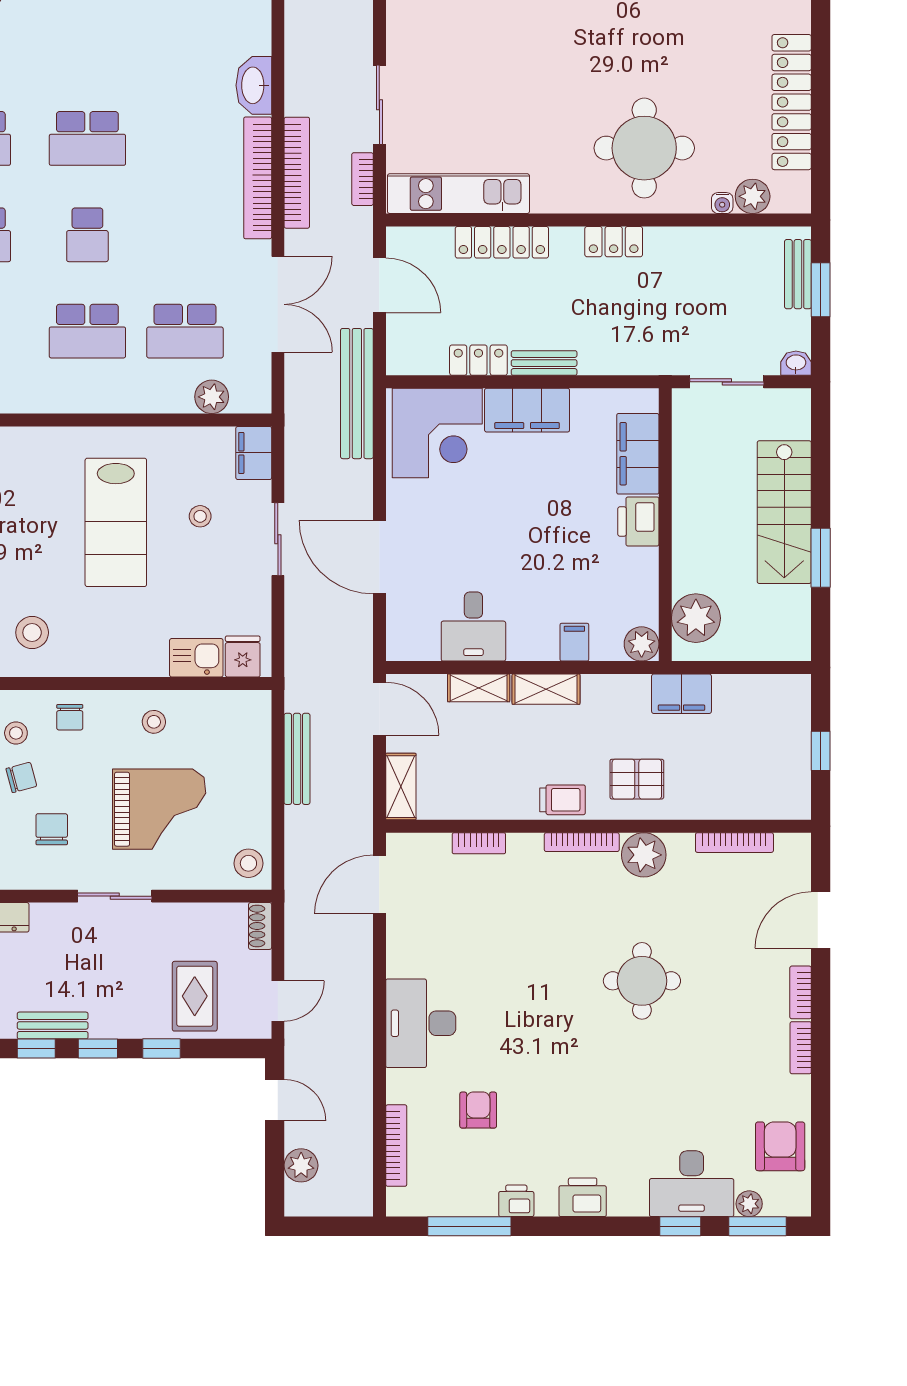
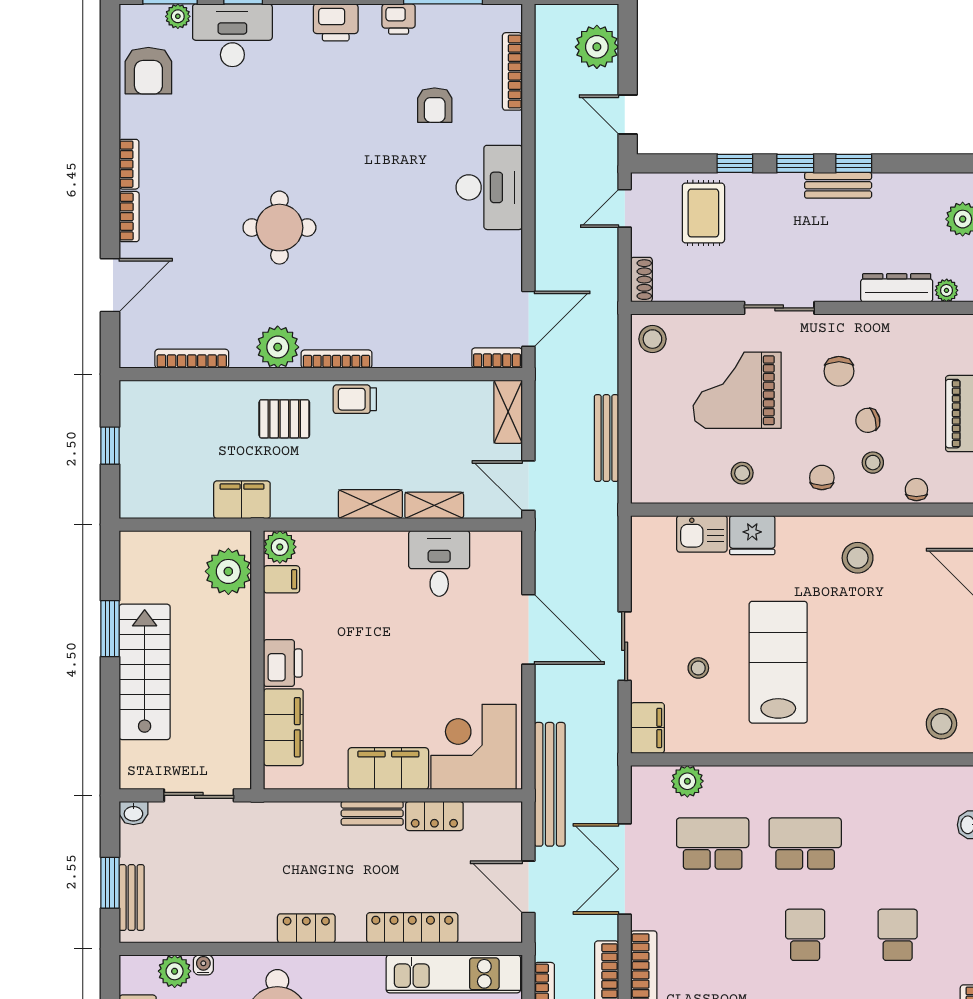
filing cabinet: (574, 642) -> (282, 579), moved, turned -90
fridge: (243, 656) -> (752, 535), moved, width x1.38
bookcase: (479, 843) -> (497, 358), moved
plant: (301, 1165) -> (597, 47), width x1.36, depth x1.36

